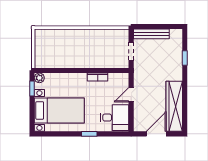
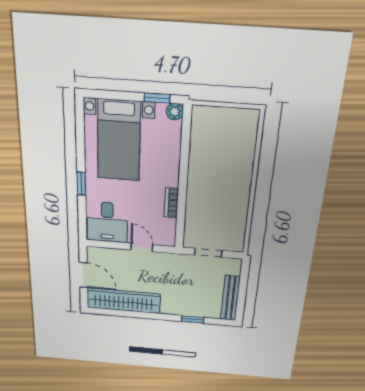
bench: (151, 34) -> (230, 298), moved

